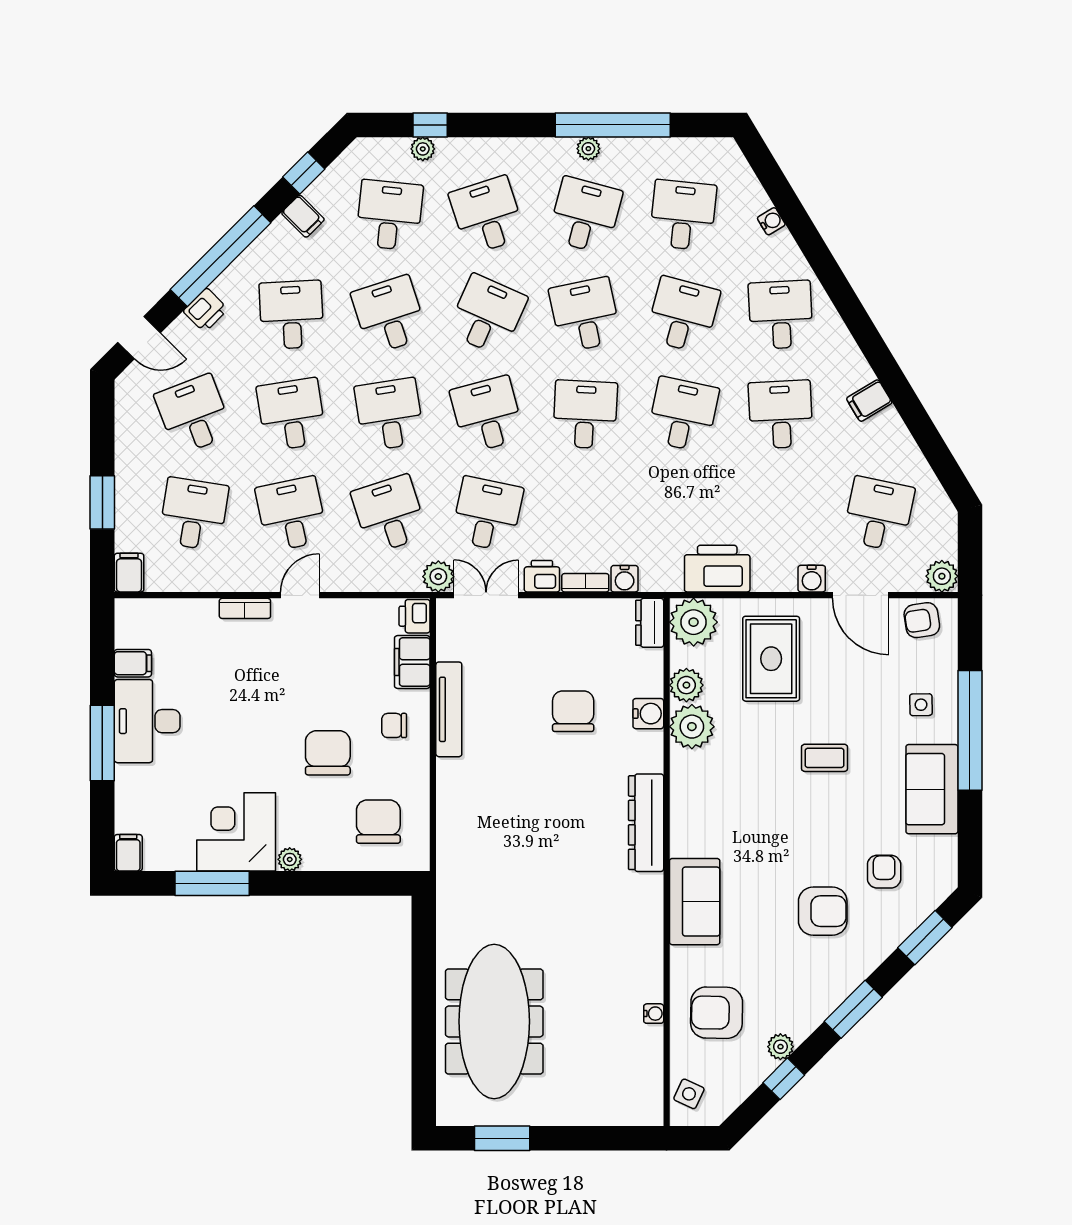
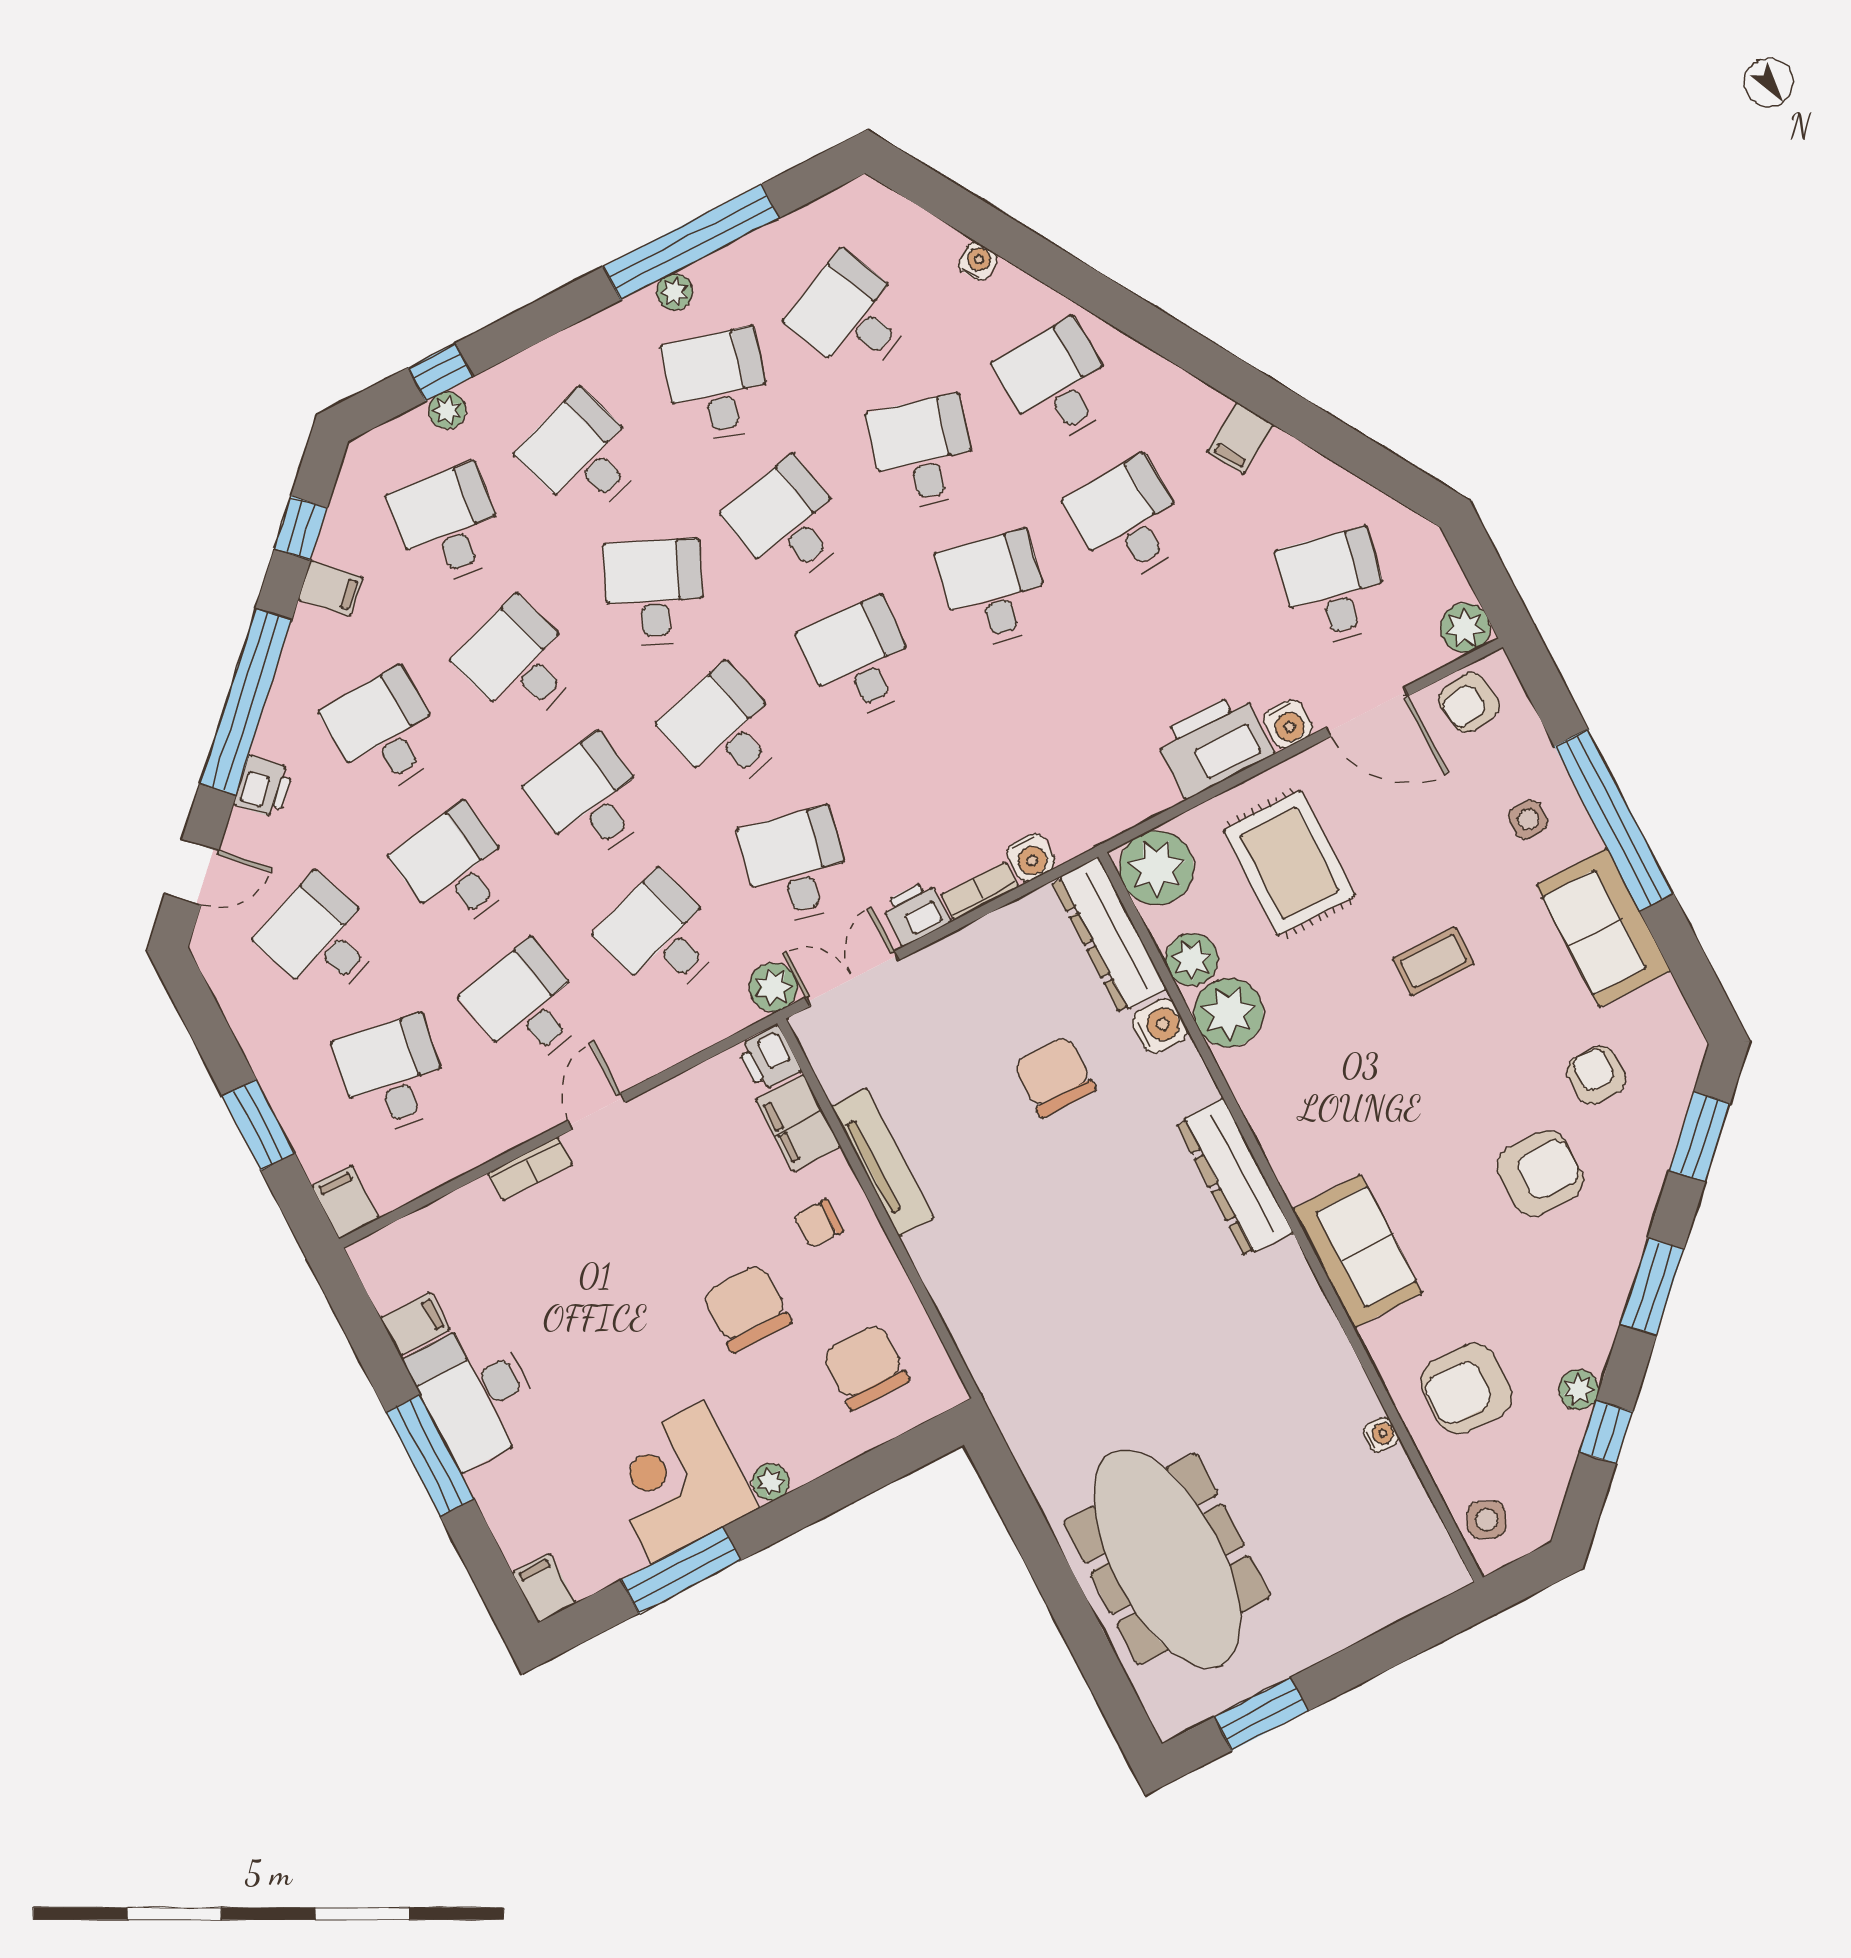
desk: (683, 215) -> (852, 316), turned -30
printer: (717, 569) -> (1214, 745), moved
dresser: (650, 623) -> (1109, 935), width x1.96, depth x1.24

